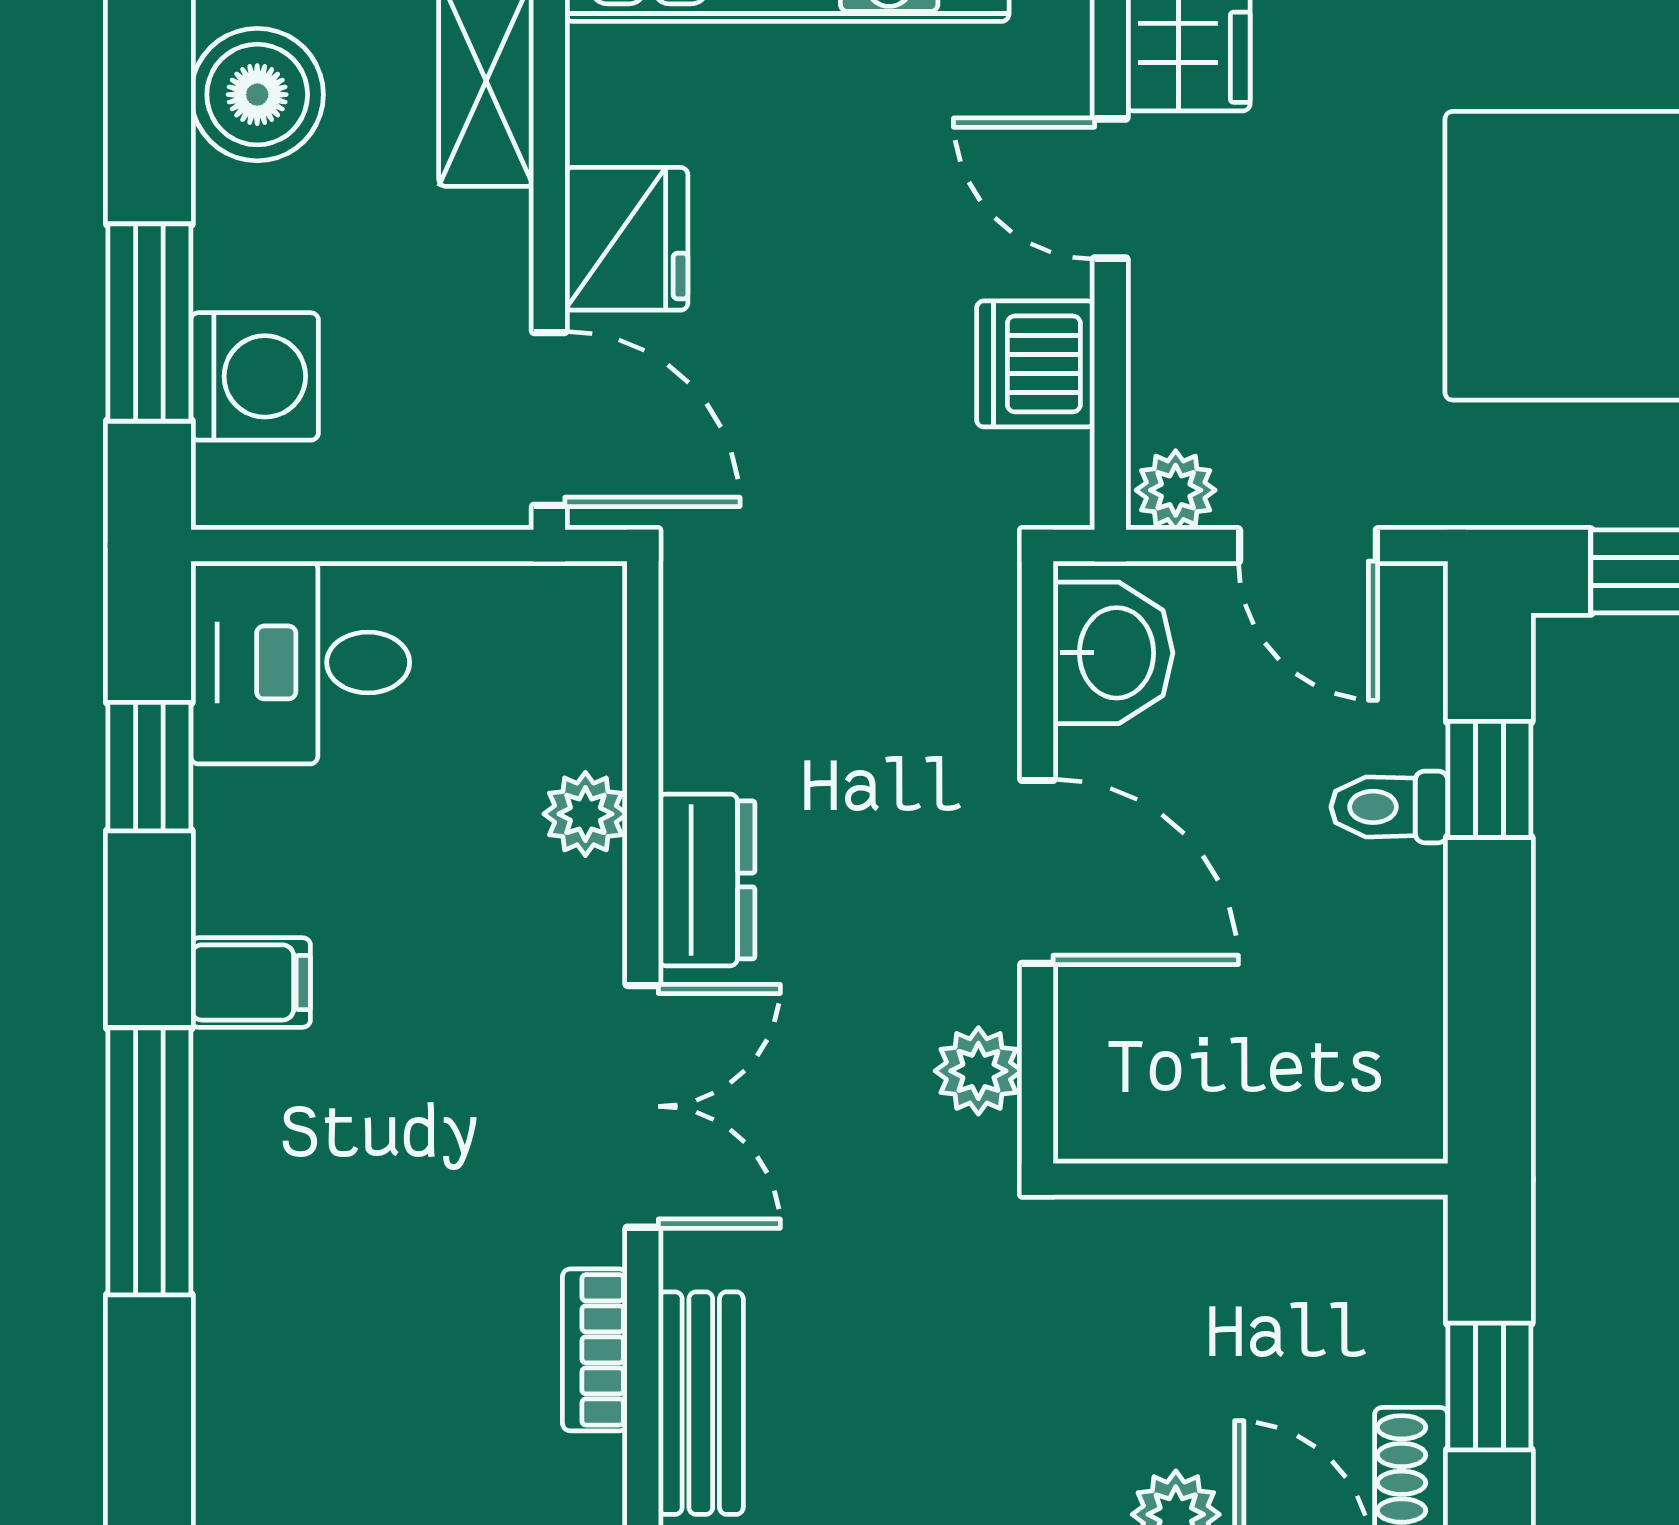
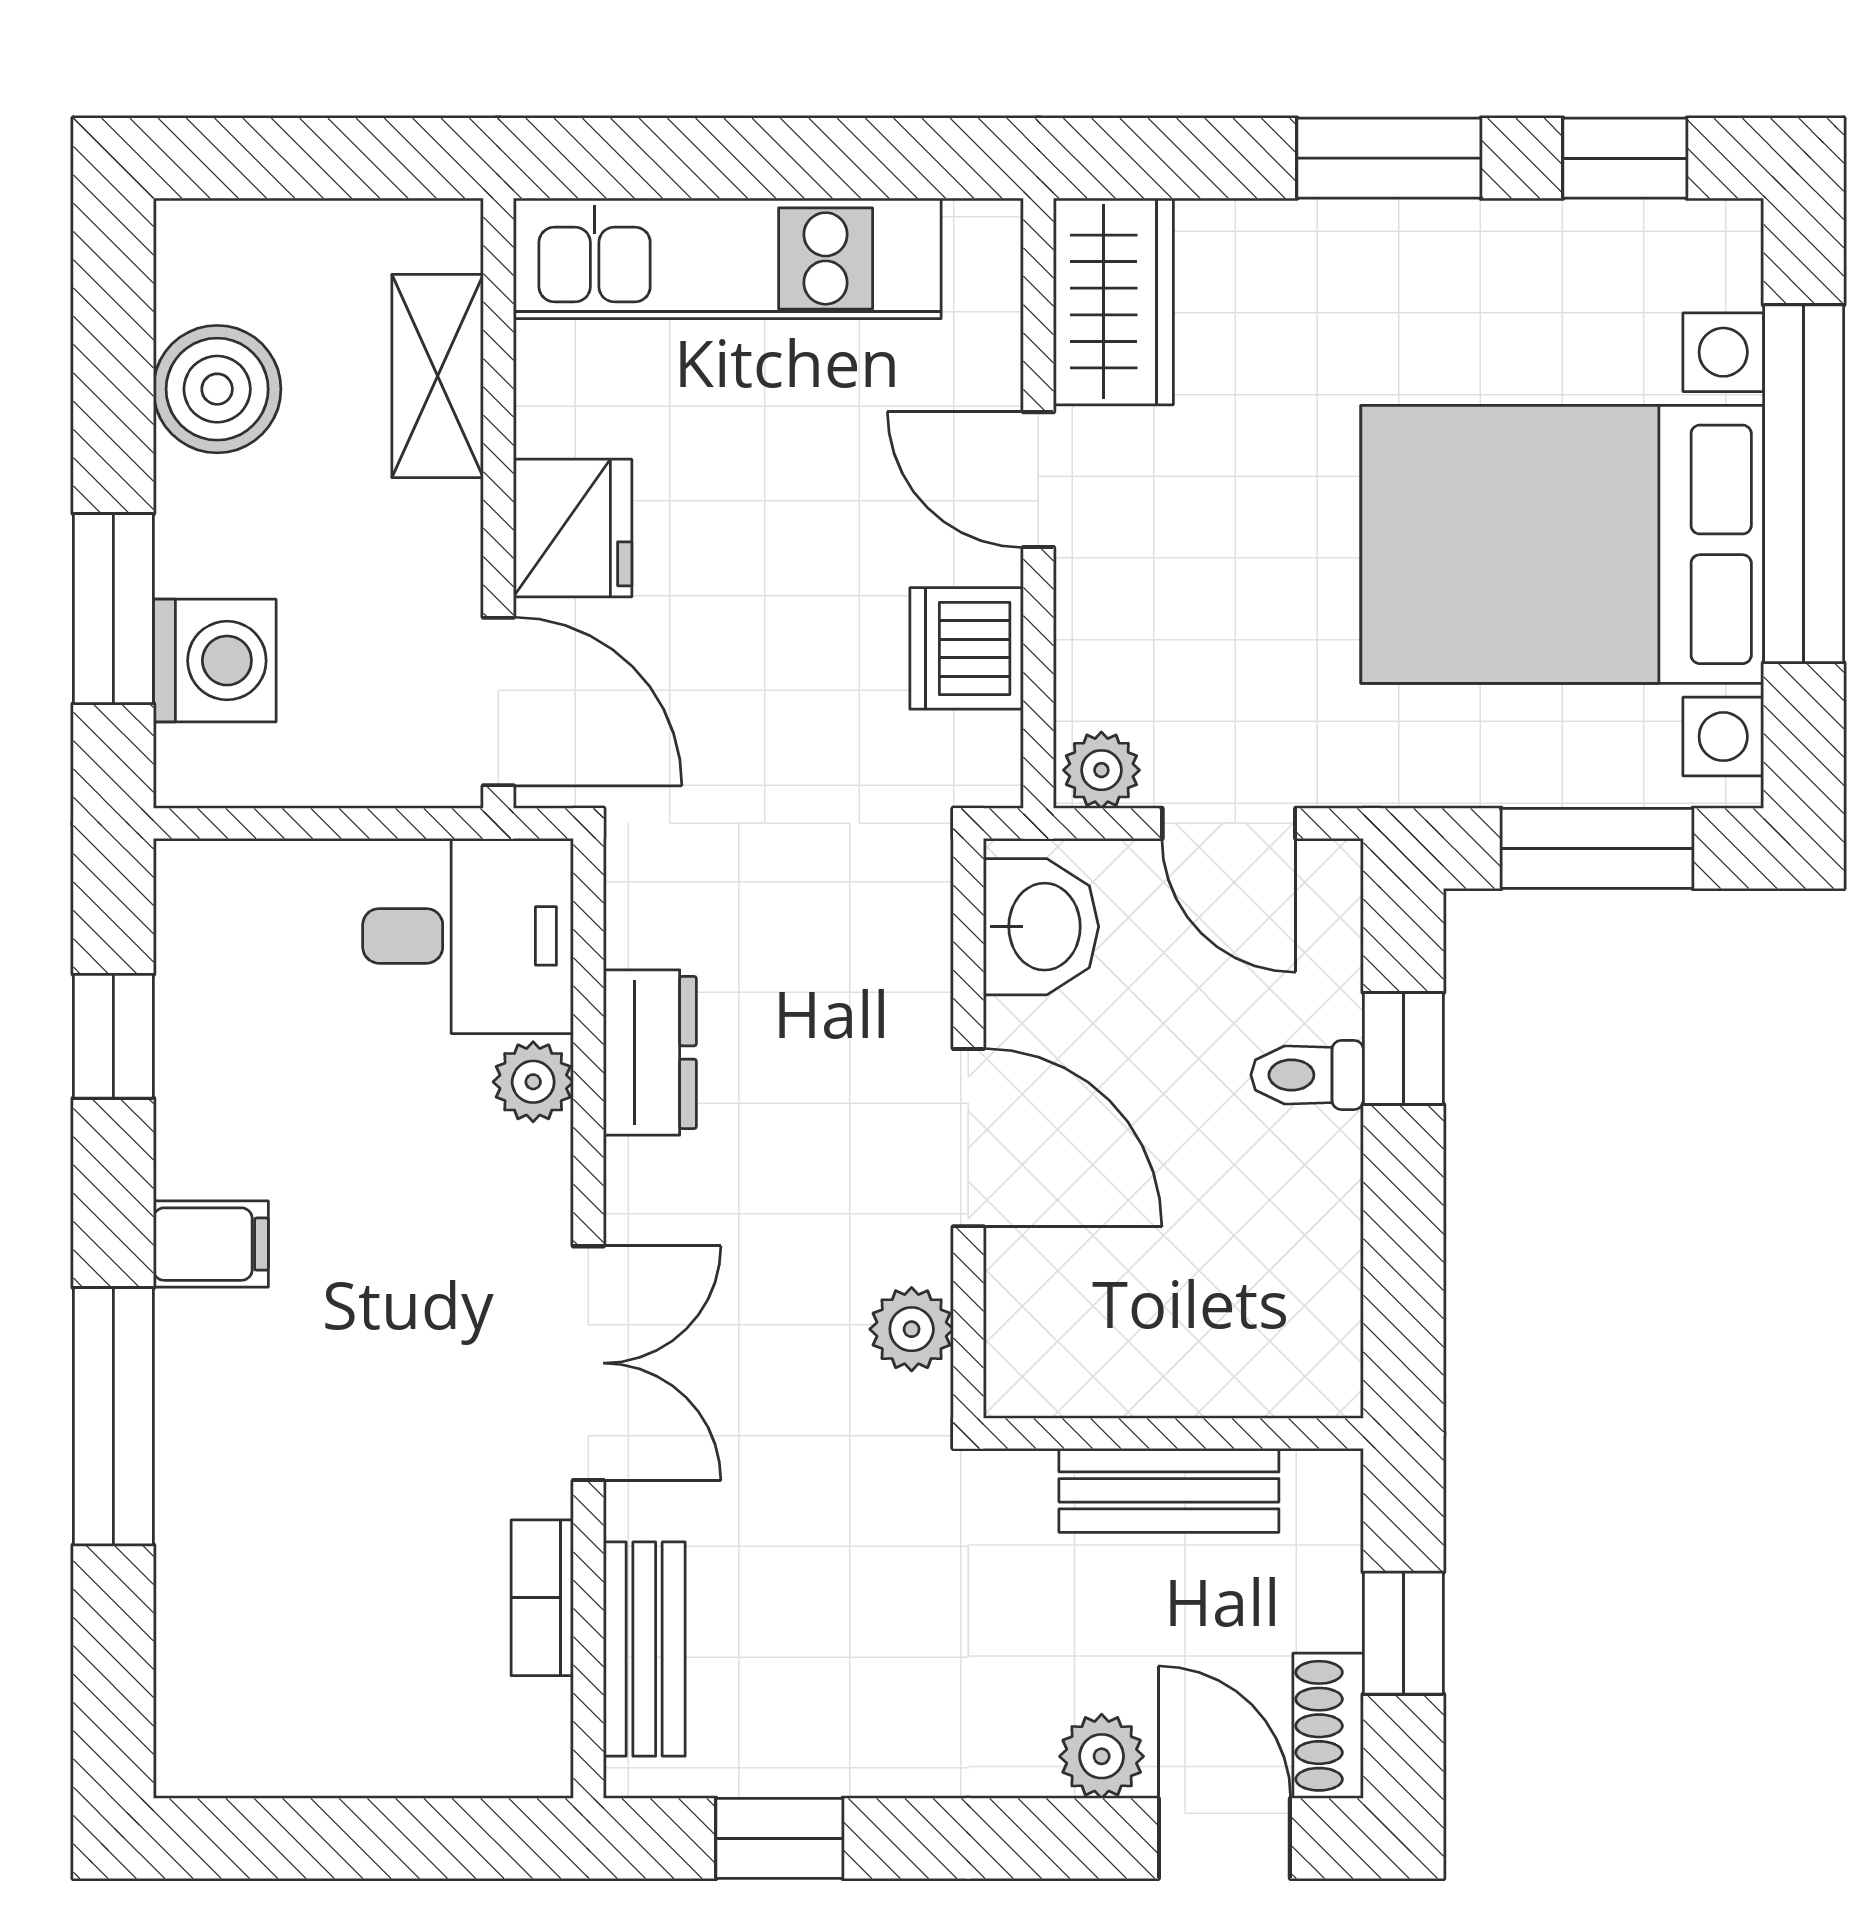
desk: (300, 662) -> (468, 936), moved, turned 180
dresser: (707, 880) -> (650, 1053), moved
bench: (1246, 1238) -> (1169, 1490), added

